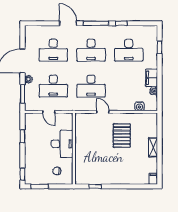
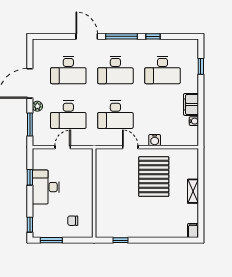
water cooler: (139, 106) -> (155, 140), moved
door: (49, 112) -> (63, 147), swing flipped
pallet: (122, 136) -> (154, 177), width x1.37, depth x1.41
desk: (62, 144) -> (46, 187), moved, turned 180

